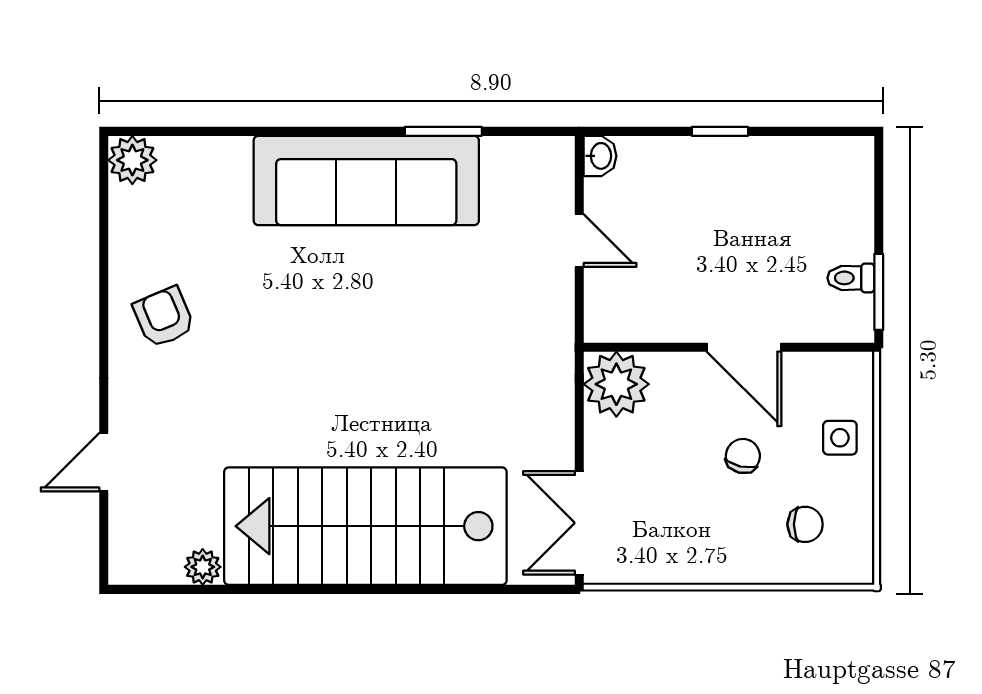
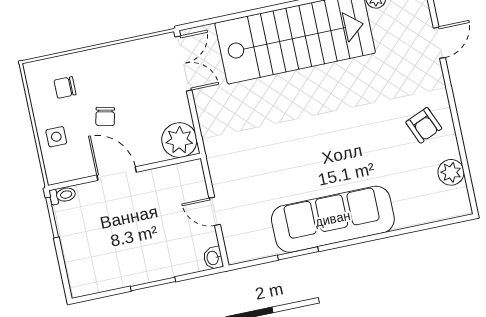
window: (720, 131) -> (153, 284), width x1.50
plant: (132, 160) -> (451, 172), moved
toilet: (851, 278) -> (63, 195), moved

